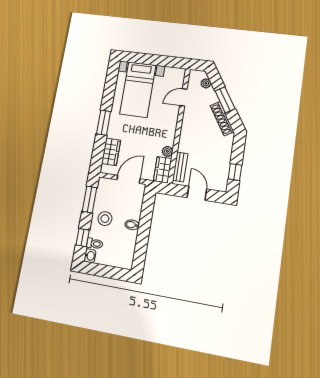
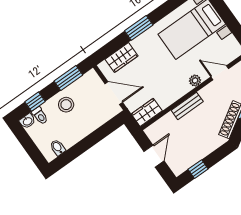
plant: (167, 151) -> (195, 81), moved
bench: (180, 167) -> (187, 106), moved
bidet: (132, 225) -> (58, 148), moved

